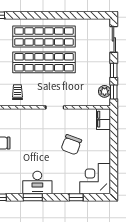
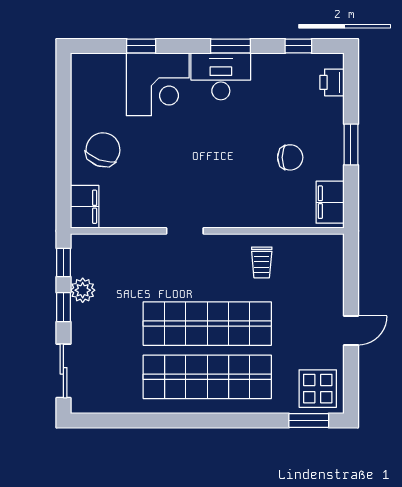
plant: (105, 91) -> (83, 290), moved
chair: (71, 145) -> (103, 150), moved
corner desk: (95, 179) -> (158, 84), moved

